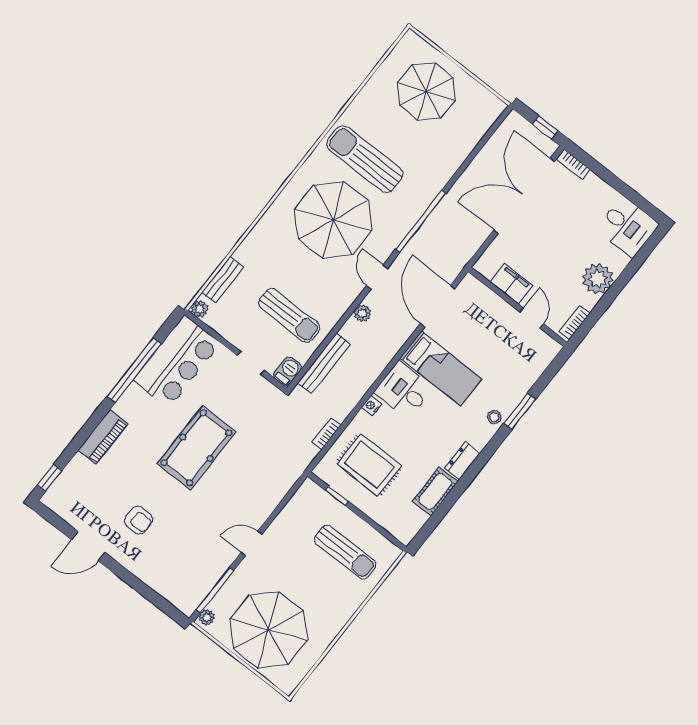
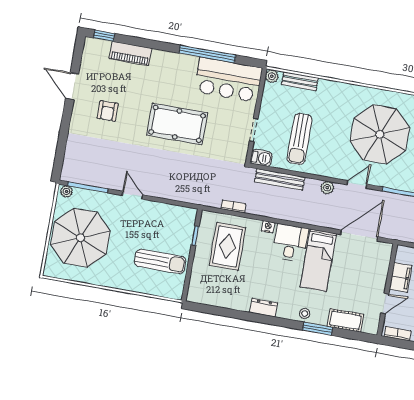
piano: (103, 437) -> (130, 53), moved
cot: (435, 491) -> (345, 320), moved
sun lounger: (345, 552) -> (160, 261), turned -90

